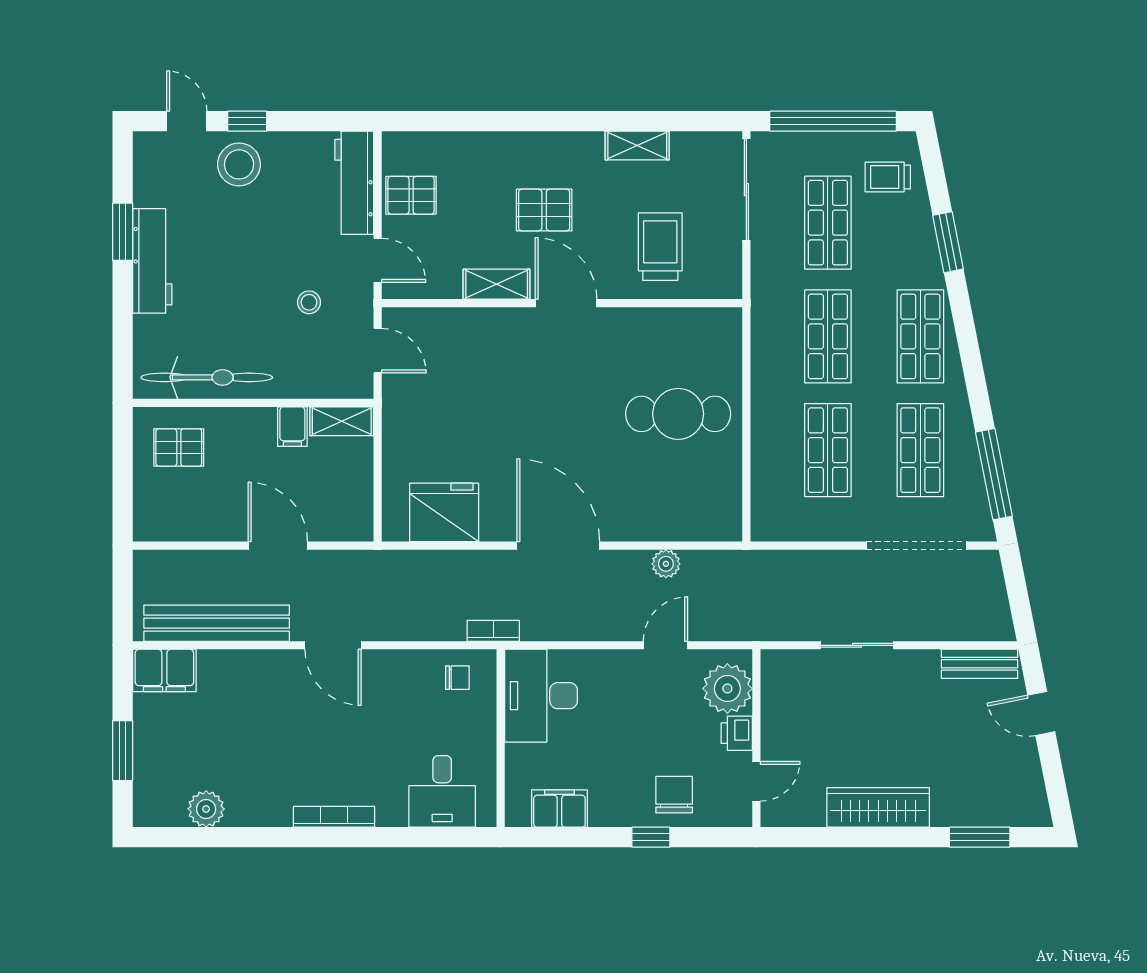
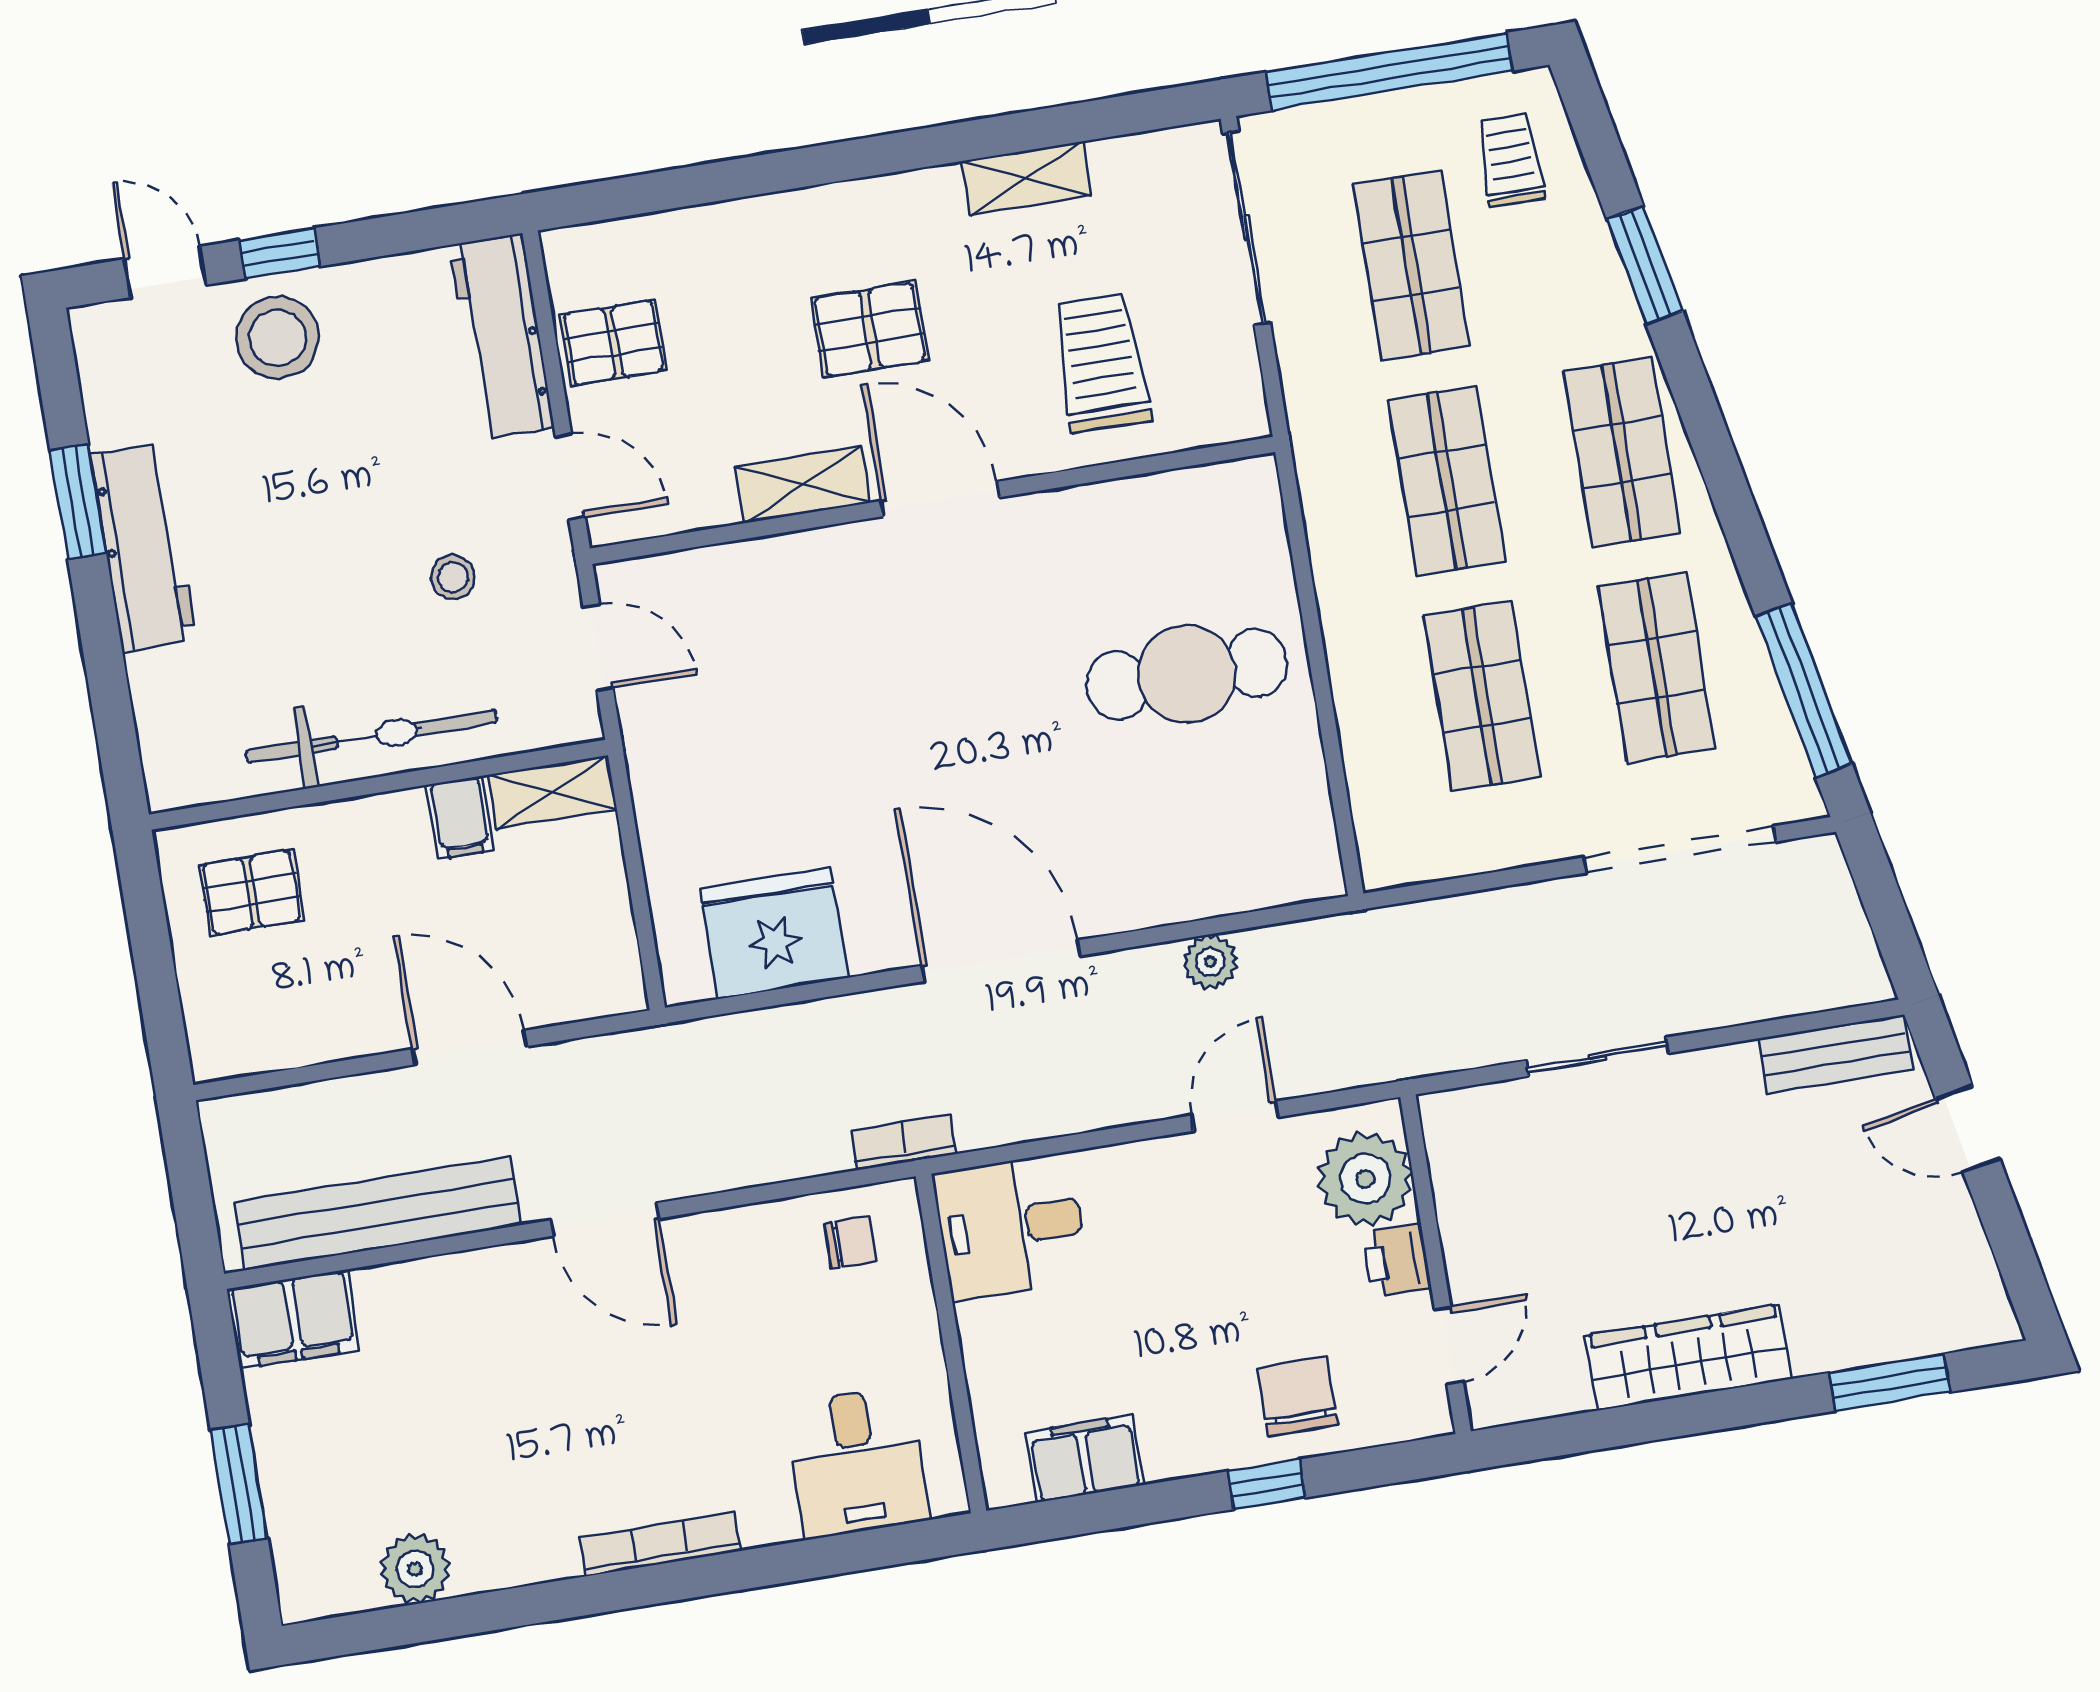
trolley: (888, 177) -> (1511, 160), turned 90
bicycle: (207, 377) -> (372, 737), moved
desk: (541, 696) -> (1011, 1226), width x0.73

